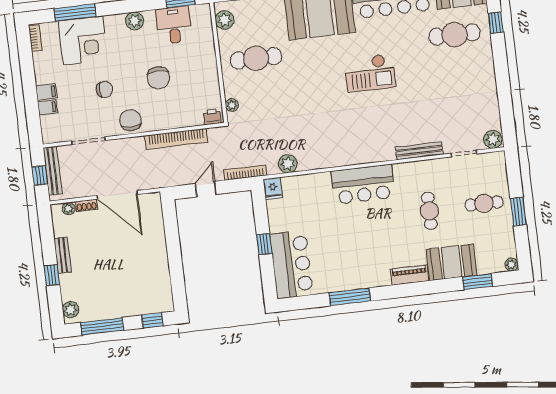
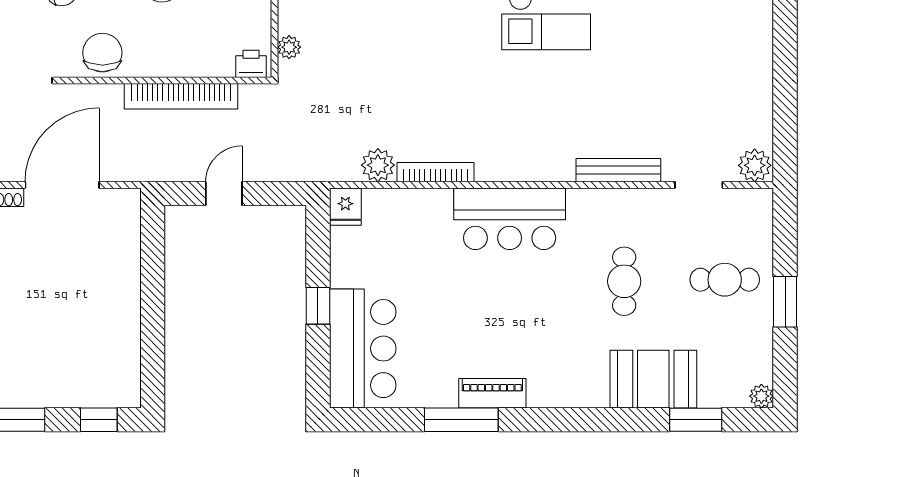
bookcase: (245, 173) -> (435, 172), moved
door: (117, 195) -> (62, 185), swing flipped
piano: (410, 275) -> (492, 393), moved

